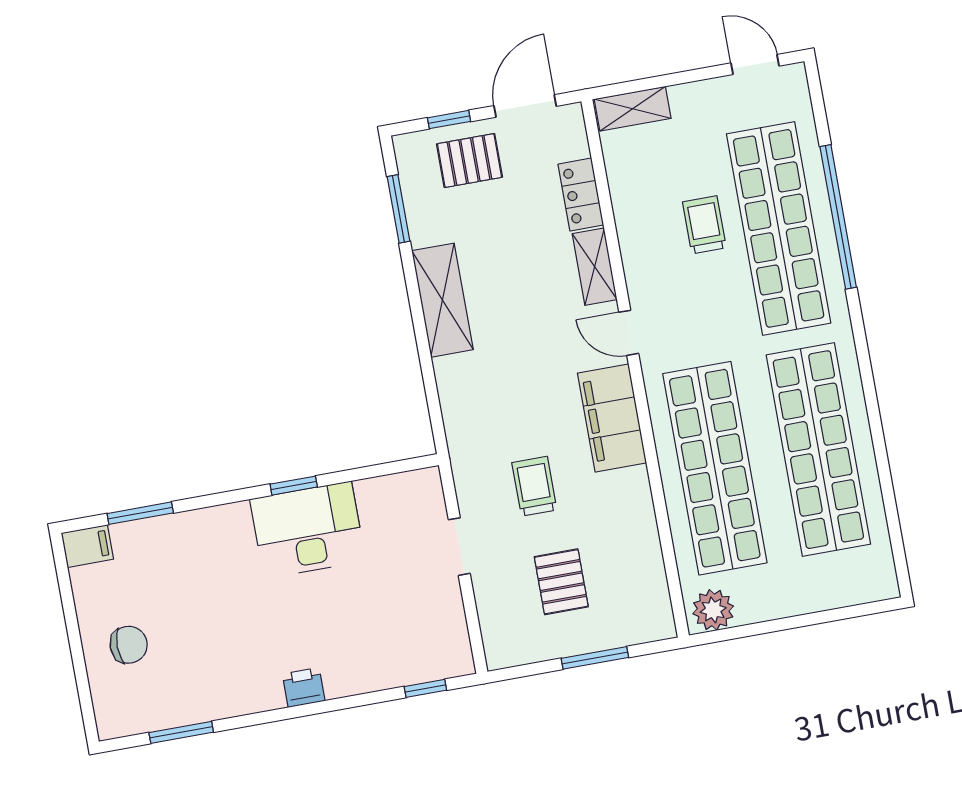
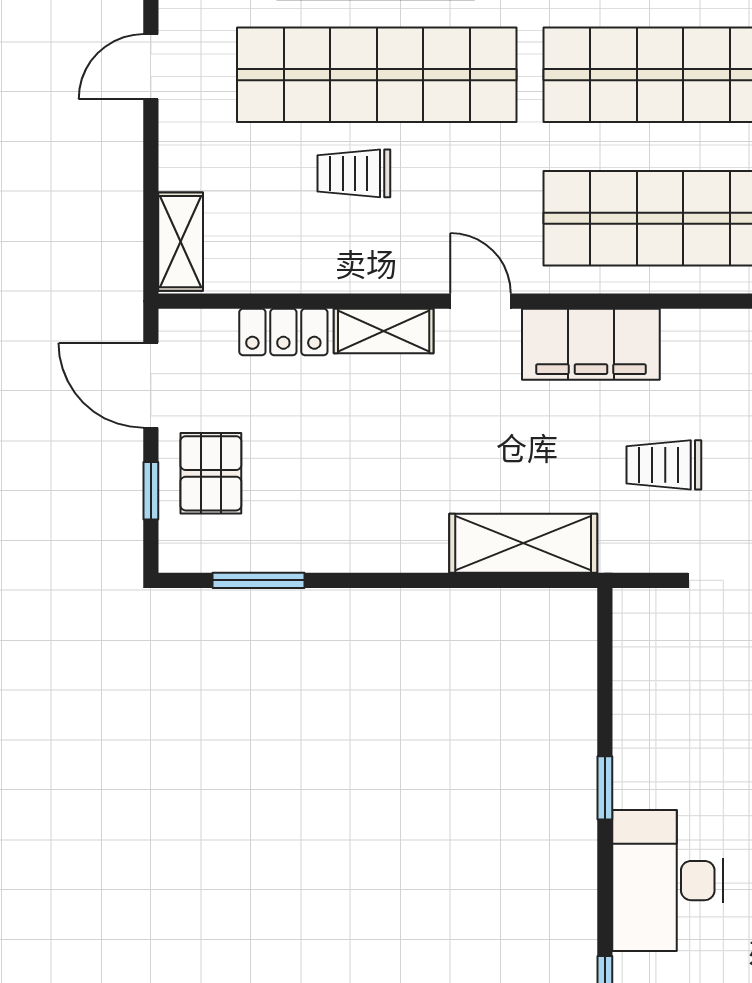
shelving: (442, 300) -> (523, 543), moved
door: (629, 333) -> (481, 301), swing flipped
desk: (308, 530) -> (668, 881), moved

